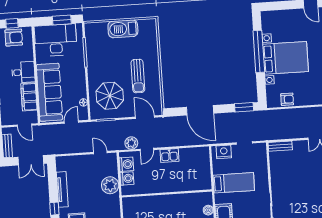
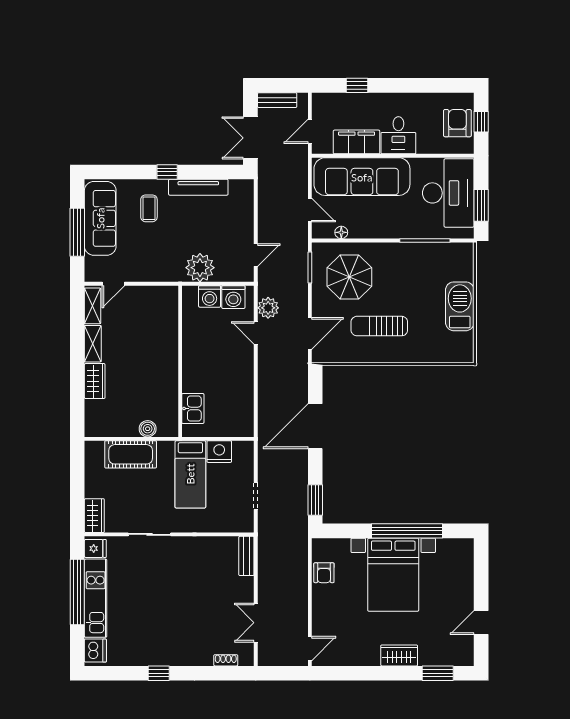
armchair: (14, 37) -> (457, 123), turned 180
nightstand: (224, 152) -> (219, 452), moved, turned -90
kitchen sink: (169, 156) -> (193, 408), moved, turned 180

